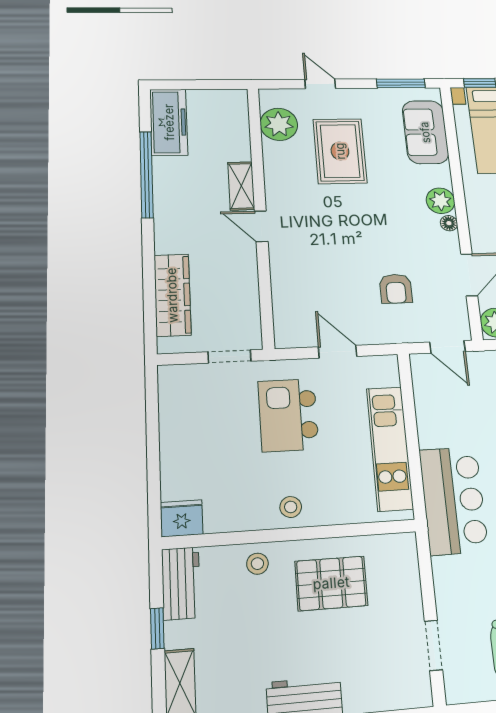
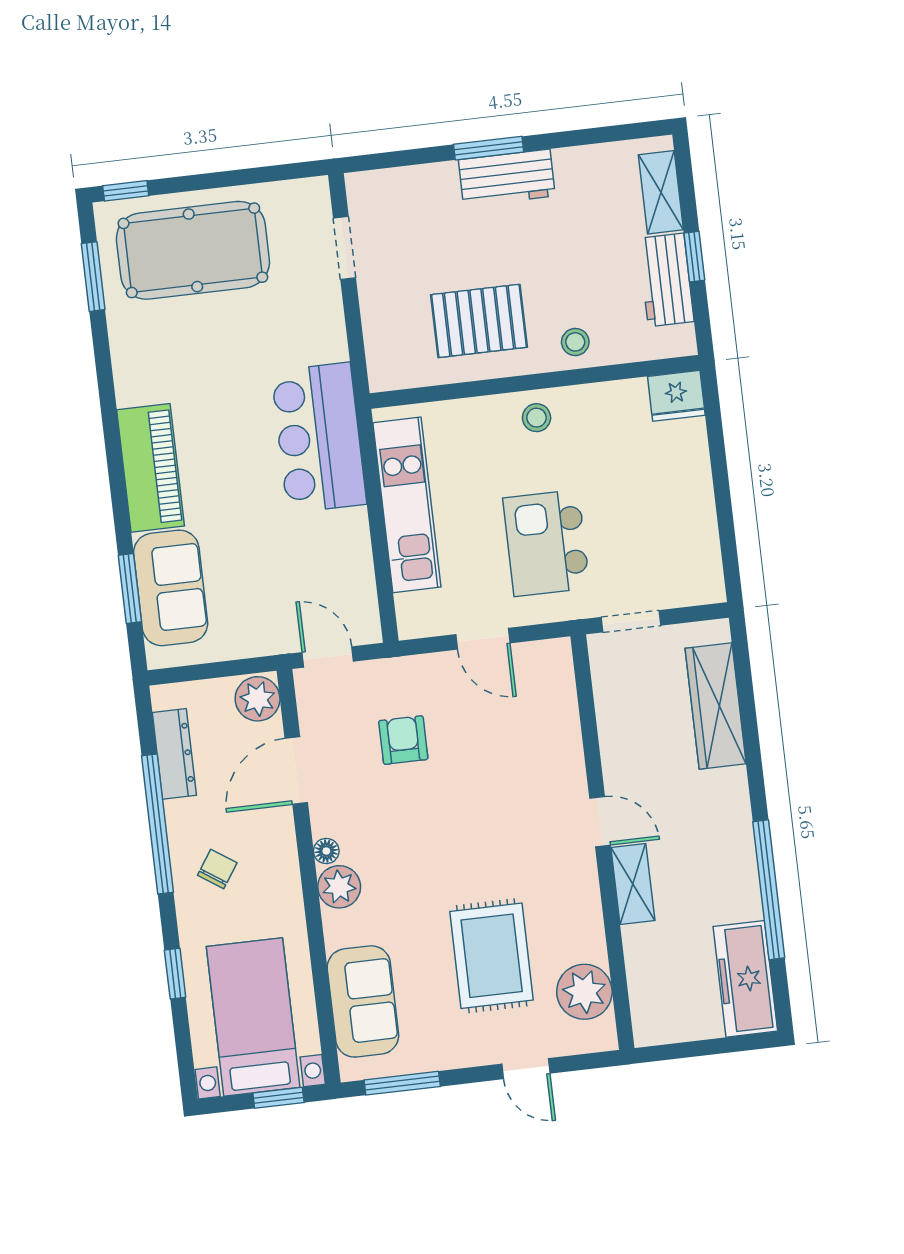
kitchen island: (288, 415) -> (546, 543), turned 180
workbench: (181, 583) -> (666, 280), moved

